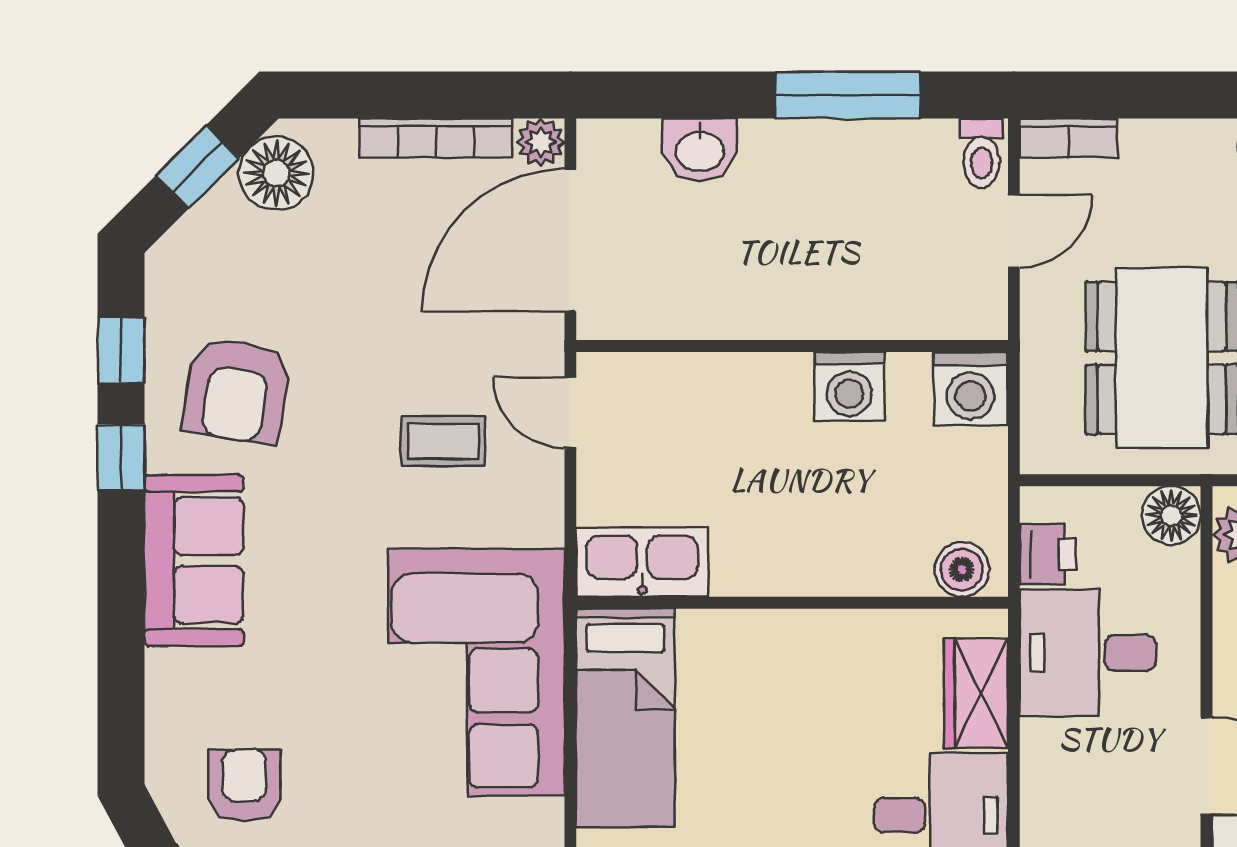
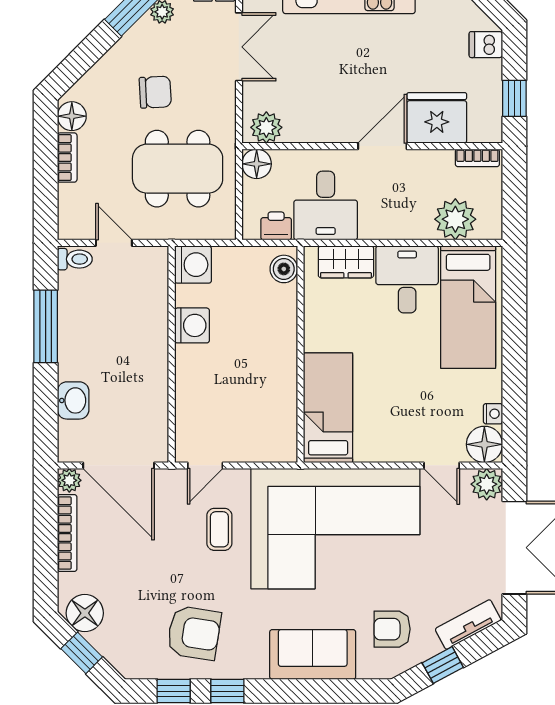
bookcase: (1069, 138) -> (67, 158), moved
sofa: (194, 560) -> (313, 654), moved
kitchen sink: (642, 562) -> (280, 429), removed
corner sofa: (476, 672) -> (335, 529), width x1.36, depth x1.36
bed: (625, 718) -> (328, 408), moved, turned -90

